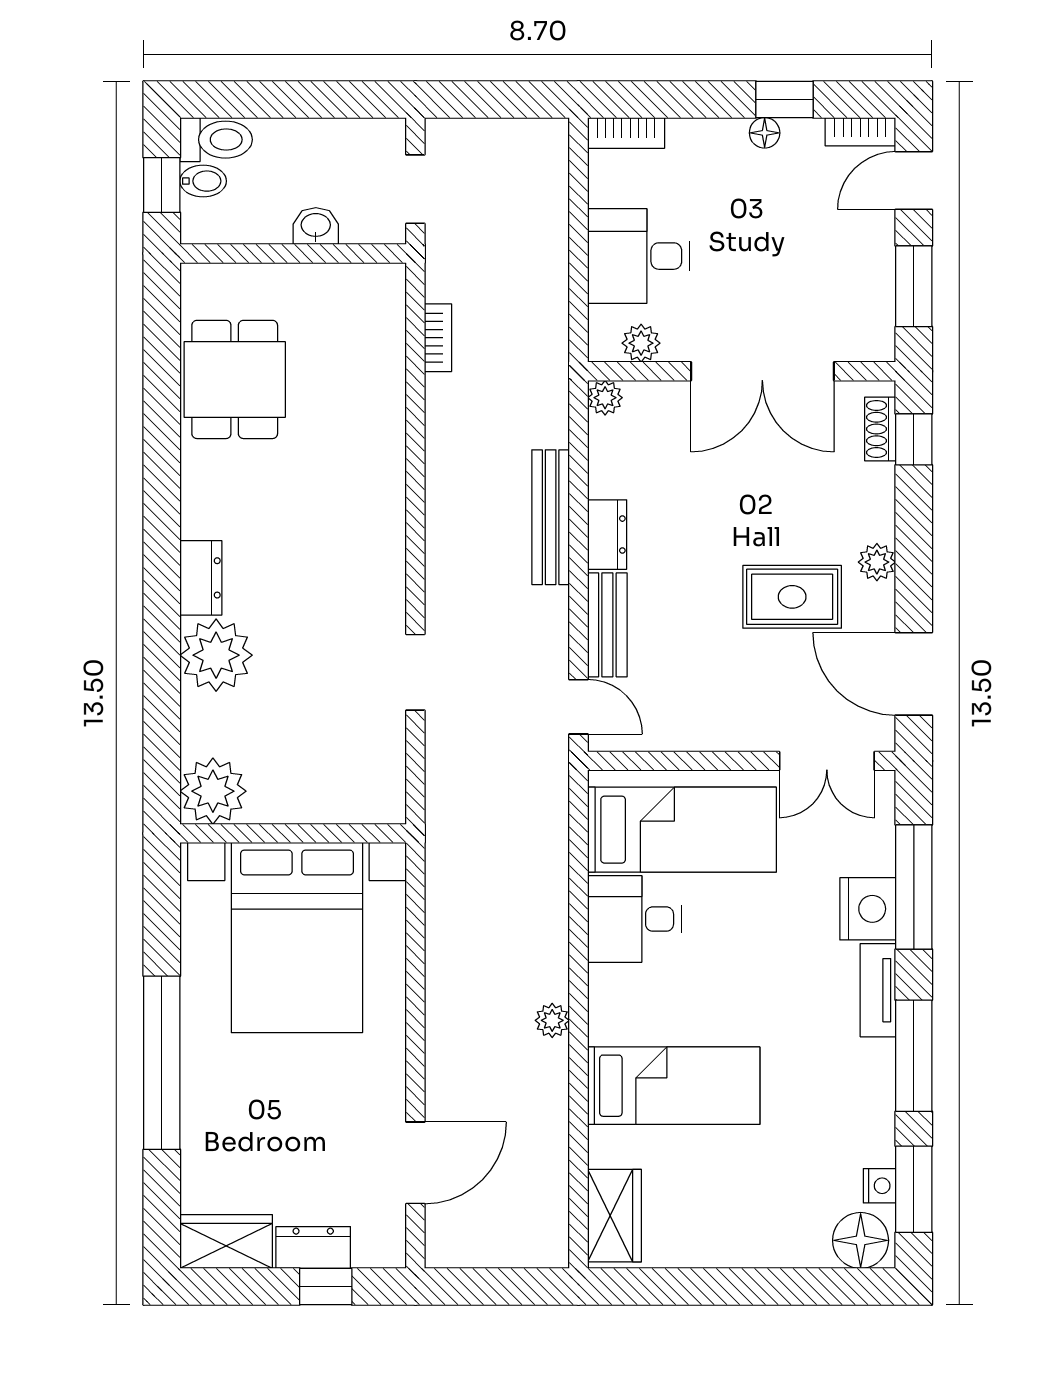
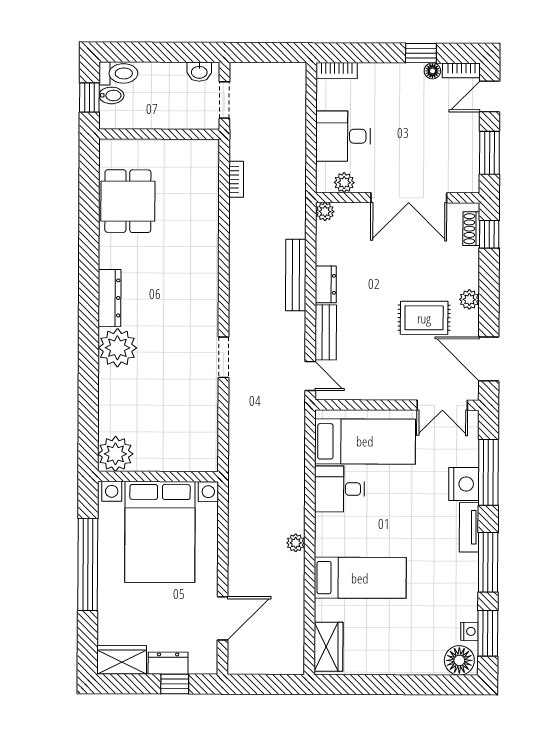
floor lamp: (765, 133) -> (432, 71), moved
washbasin: (316, 226) -> (199, 72), moved, turned 180
dresser: (201, 578) -> (110, 298), width x1.44
plant: (213, 791) -> (115, 454), moved
wall: (293, 833) -> (158, 477), moved
bed with nightstands: (297, 938) -> (160, 532), moved

